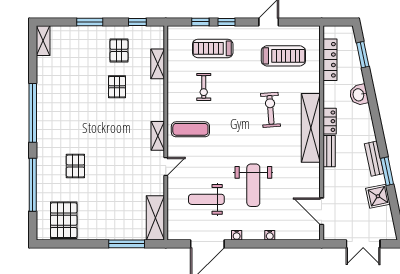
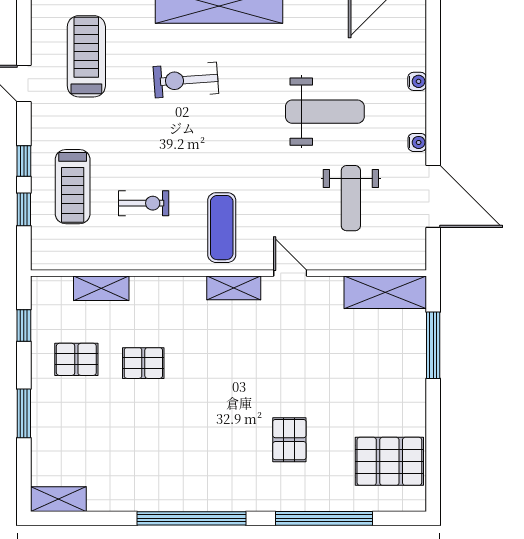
pallet: (75, 166) -> (289, 440), turned 90

